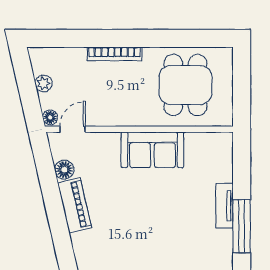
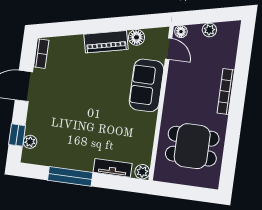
plant: (224, 141) -> (142, 172), added
sofa: (152, 150) -> (146, 85), moved
tv unit: (224, 206) -> (113, 168), moved

